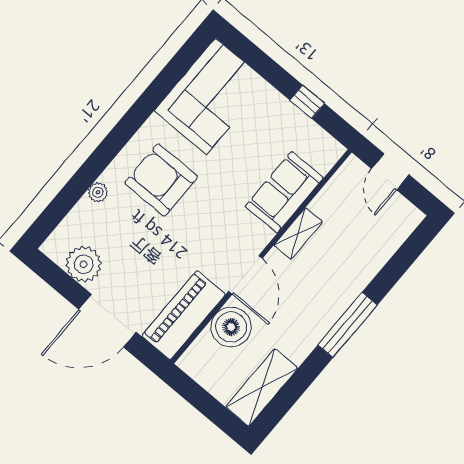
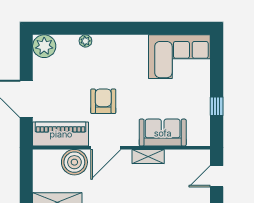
armchair: (161, 180) -> (103, 101), moved, width x0.73, depth x0.73
plant: (84, 264) -> (44, 46), moved

